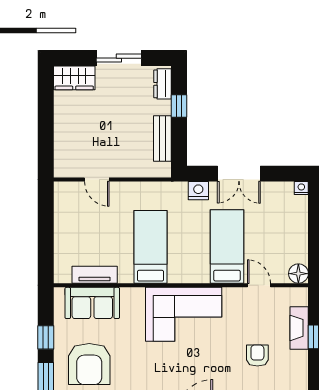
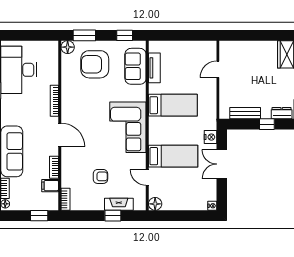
door: (259, 285) -> (147, 177), swing flipped
window: (46, 337) -> (125, 35), moved

